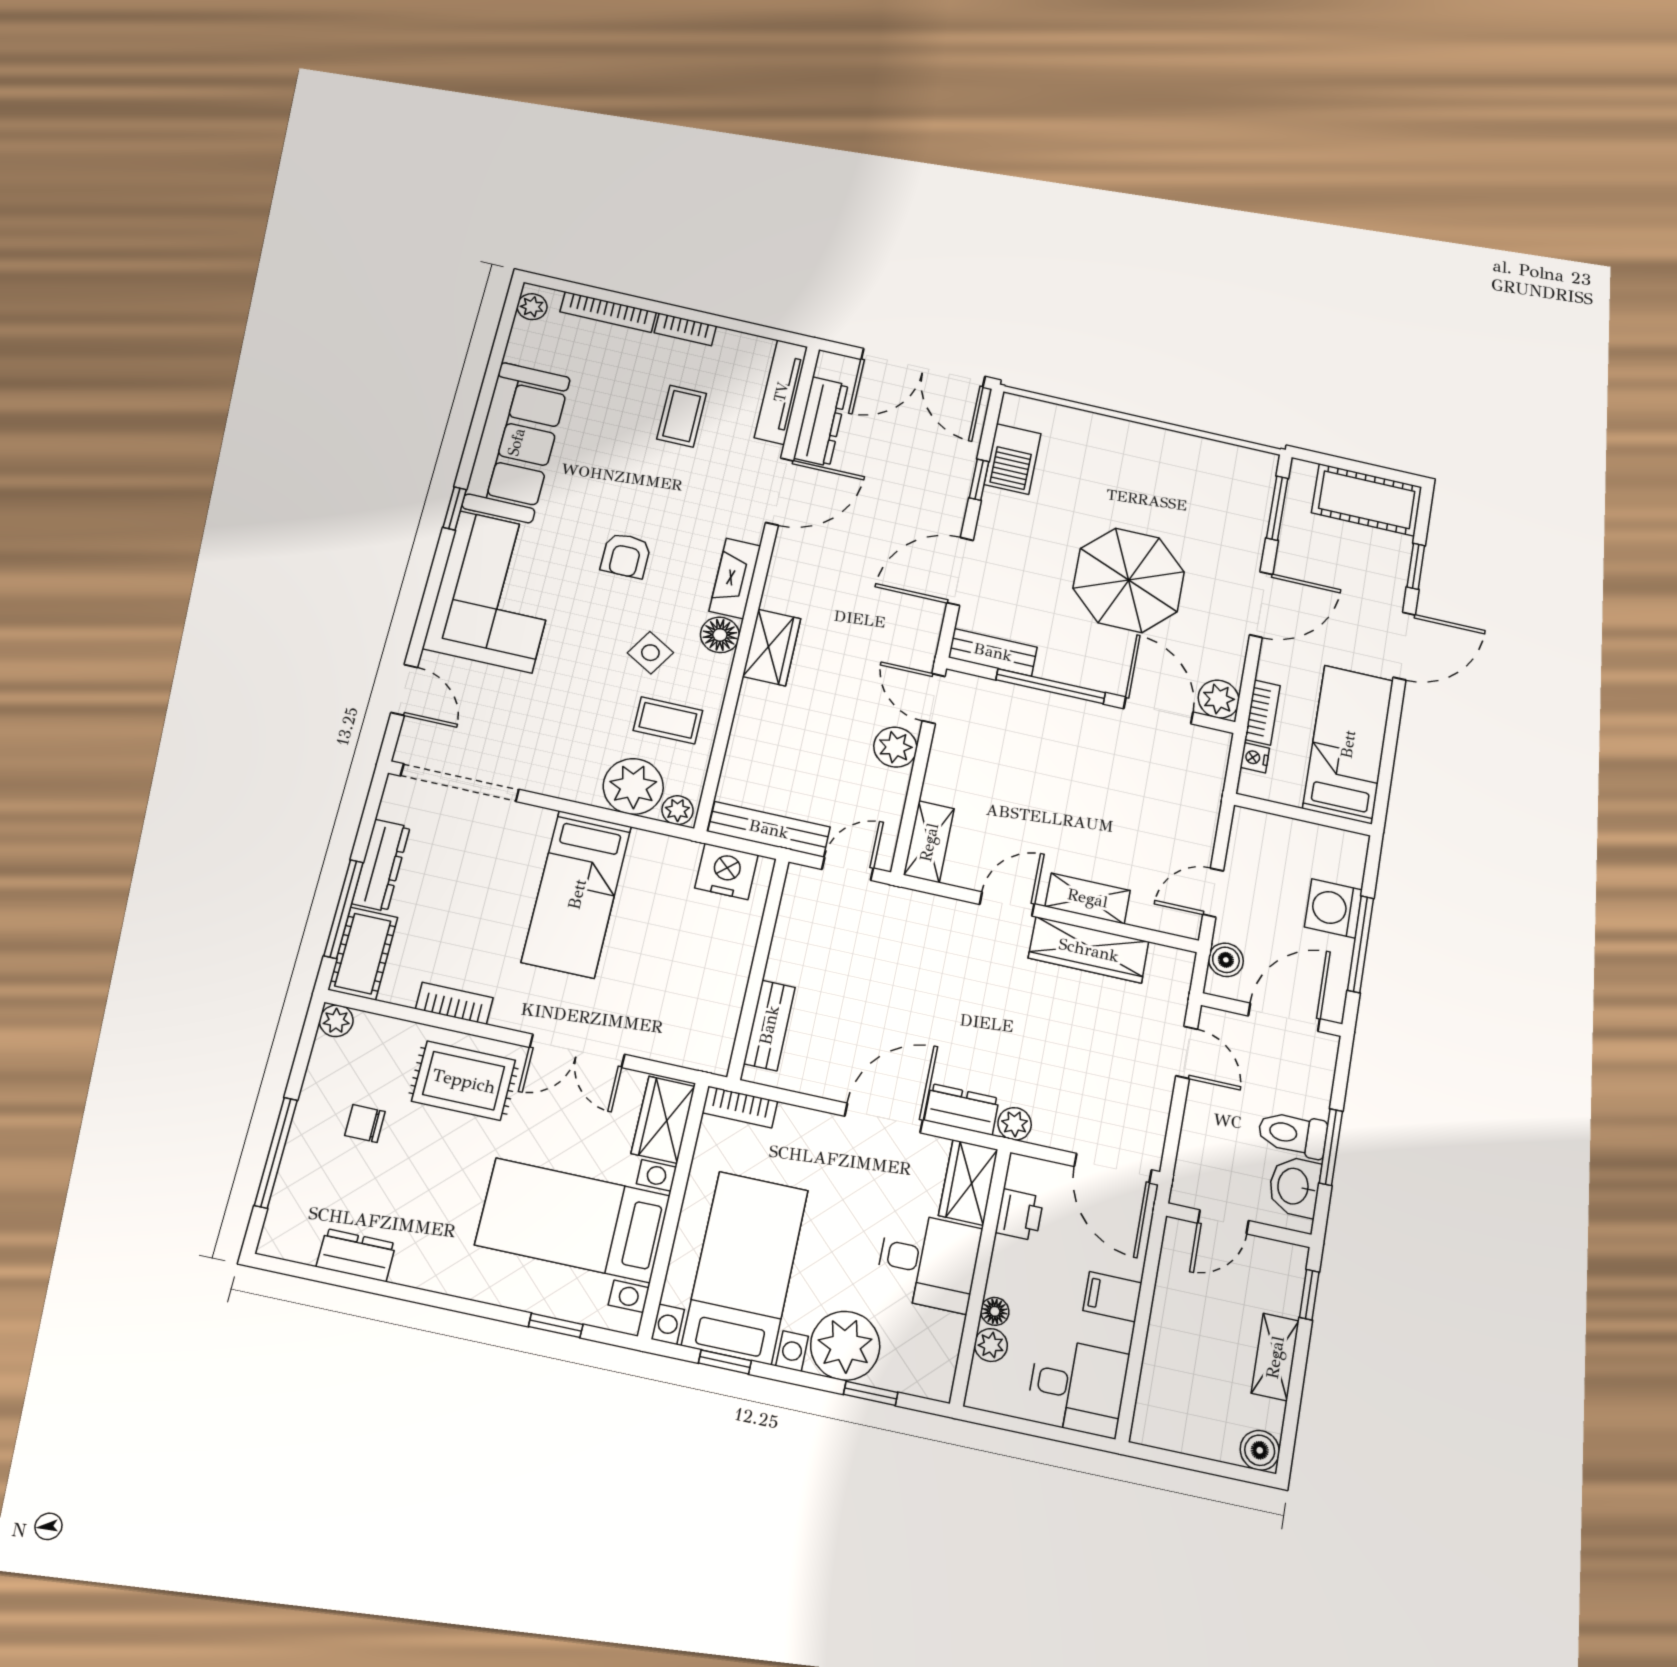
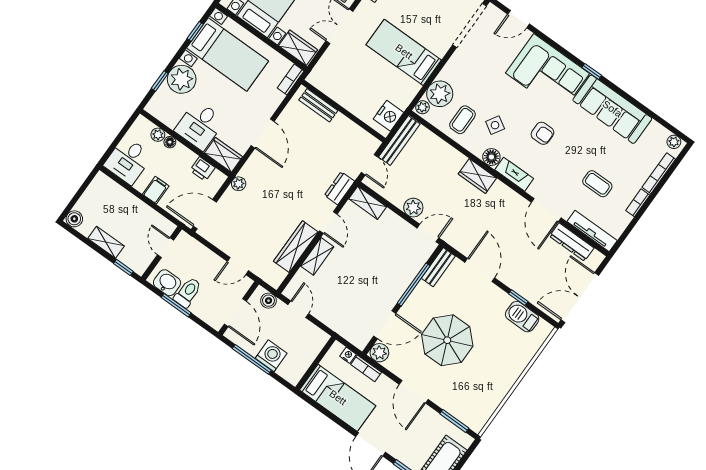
armchair: (626, 555) -> (542, 133), turned 180
dresser: (962, 1109) -> (339, 188), moved, turned 180

